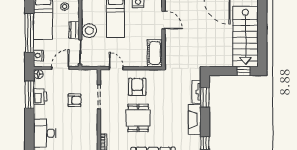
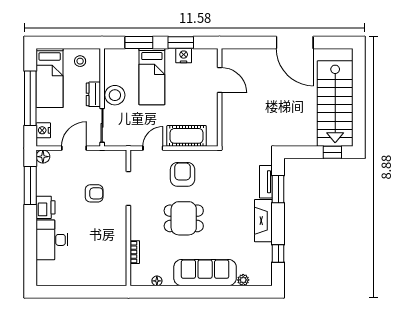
cot: (155, 53) -> (187, 136), moved, turned 90
door: (116, 68) -> (153, 148), hinge flipped
printer: (40, 97) -> (46, 207), moved
dining table: (138, 118) -> (184, 218), turned 90

